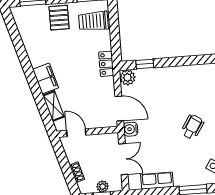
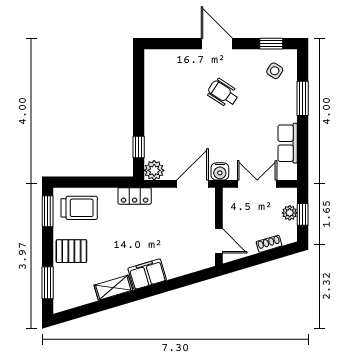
trolley: (93, 21) -> (79, 208), turned -90
shelving: (53, 106) -> (113, 288), moved
door: (76, 133) -> (219, 241), swing flipped

